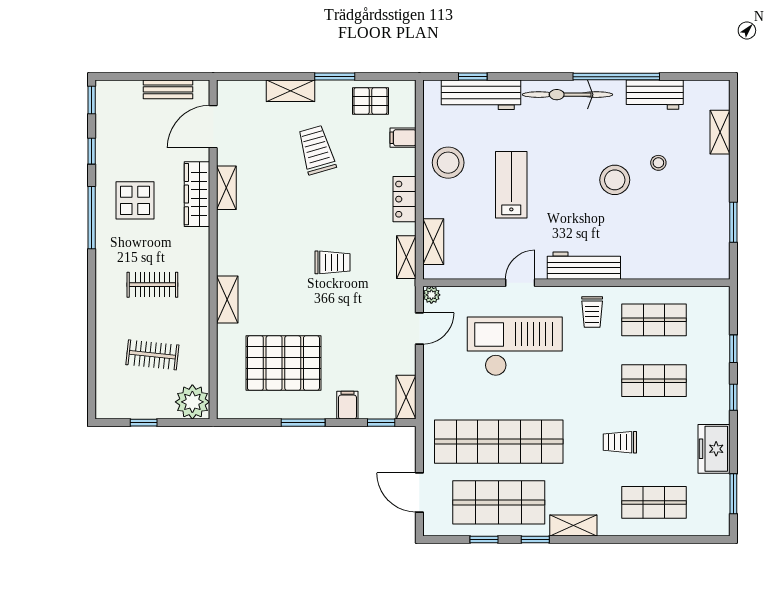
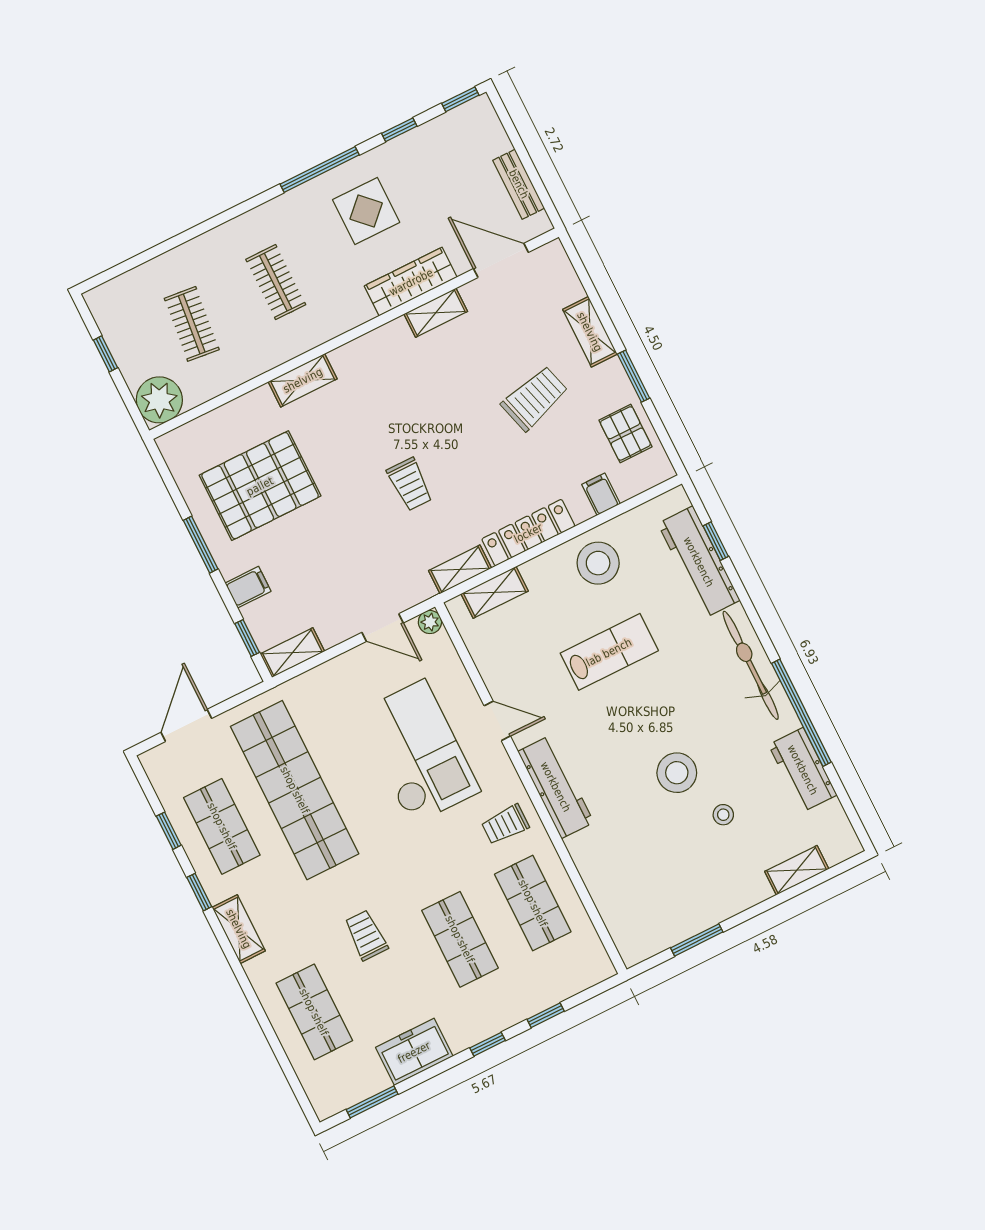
locker: (404, 199) -> (528, 533), width x1.53
pallet: (283, 363) -> (260, 486), turned 90
shop shelf: (499, 502) -> (222, 826), width x0.70, depth x0.74

